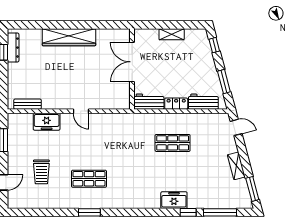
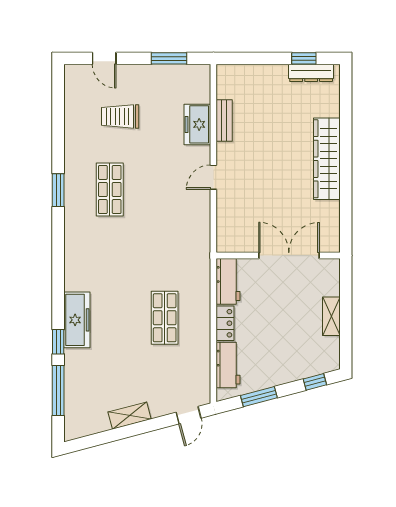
bench: (28, 104) -> (224, 121), moved
window: (252, 189) -> (94, 440), removed
freezer: (174, 200) -> (77, 320), width x1.40

